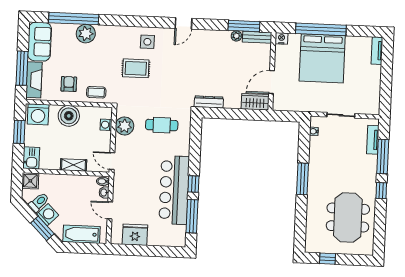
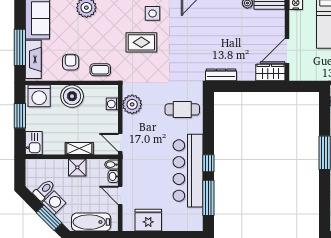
cafe table: (162, 125) -> (182, 109), moved
shower: (30, 181) -> (77, 167), moved

